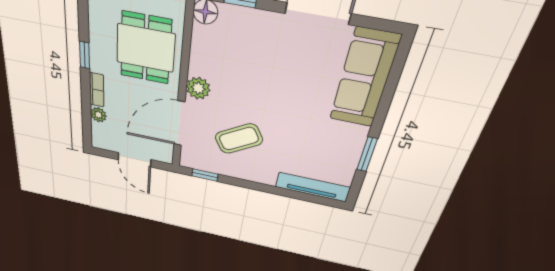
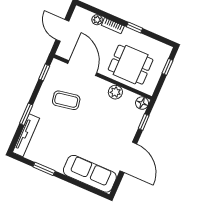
plant: (198, 88) -> (115, 92), moved
coffee table: (239, 139) -> (66, 100), turned -69
door: (134, 160) -> (62, 30), hinge flipped
window: (278, 191) -> (26, 114), added

